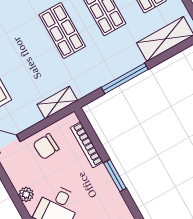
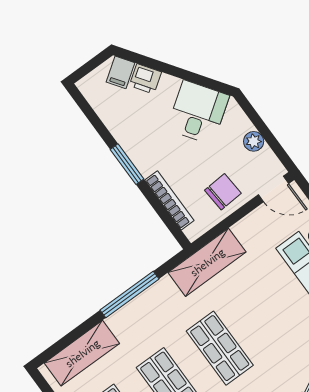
shelving: (57, 103) -> (207, 262), width x1.50, depth x1.33
plant: (26, 194) -> (254, 141), moved

